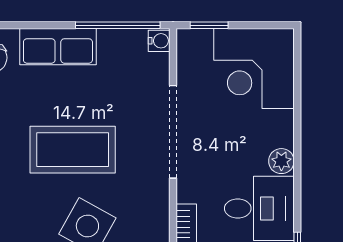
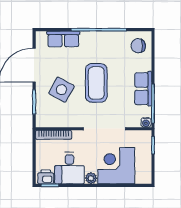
row of seats: (58, 47) -> (143, 89), moved
corner desk: (254, 68) -> (116, 166), moved

